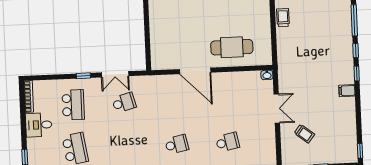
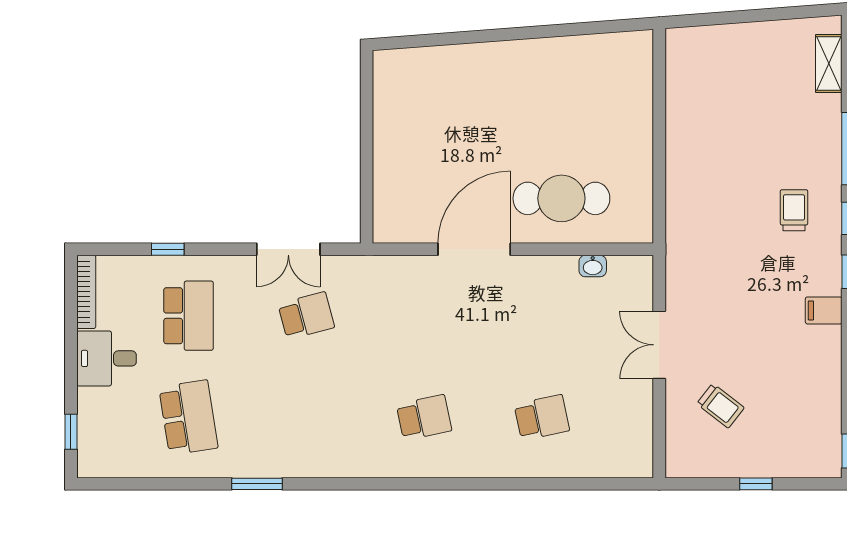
trolley: (283, 18) -> (794, 210), moved
door: (195, 71) -> (474, 249), swing flipped
washbasin: (267, 75) -> (593, 266), moved
window: (83, 76) -> (168, 249), moved
double door: (277, 109) -> (659, 345), swing flipped

